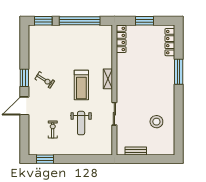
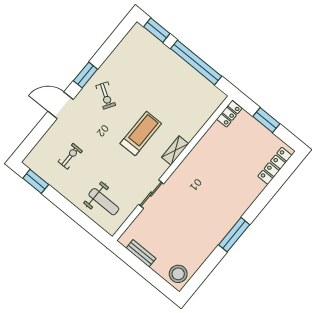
locker: (121, 39) -> (229, 114), width x0.66
window: (179, 72) -> (234, 235), moved
treadmill: (81, 85) -> (141, 134), turned 180
stool: (156, 122) -> (178, 274), moved
weight bench: (81, 123) -> (104, 202), moved, turned -90

